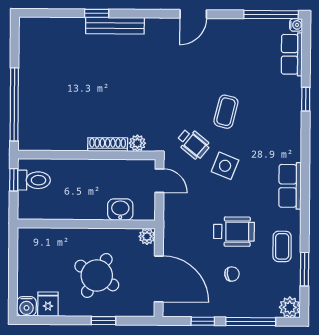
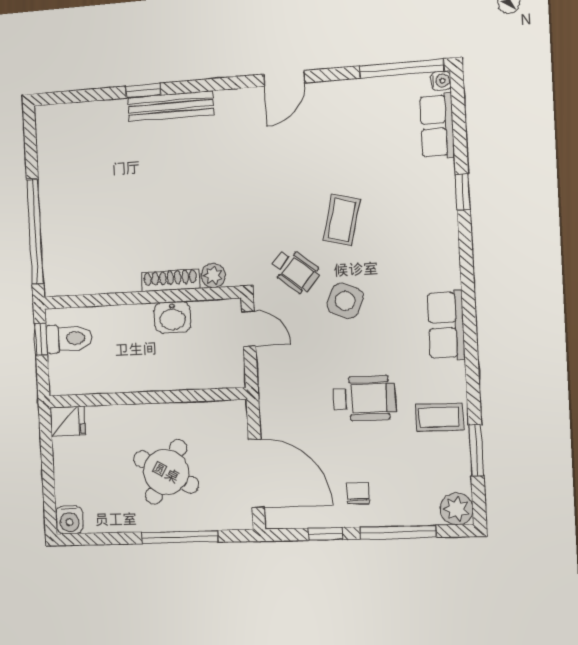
washbasin: (120, 210) -> (172, 317), moved, turned 180
plant: (147, 236) -> (235, 412), removed
coffee table: (282, 246) -> (439, 417), turned 90
chair: (232, 274) -> (358, 493), moved, turned -82
fridge: (48, 304) -> (68, 421), moved, turned 90
window: (104, 321) -> (180, 537), width x2.17

